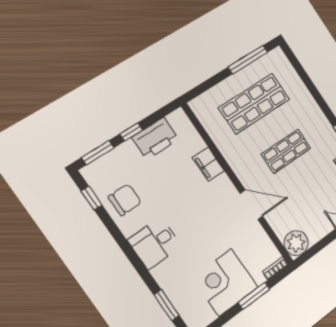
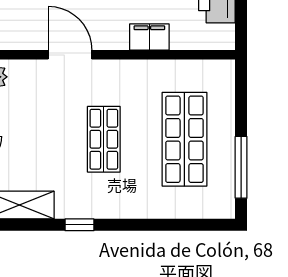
door: (251, 205) -> (70, 55), swing flipped

